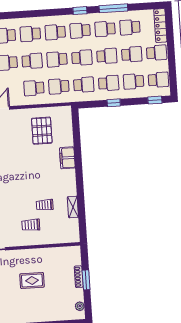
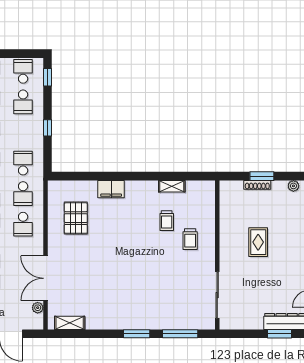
school desk: (109, 83) -> (23, 132), removed
pallet: (42, 131) -> (76, 218), turned 90

